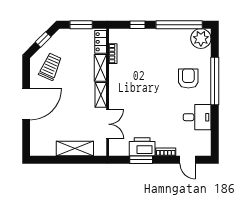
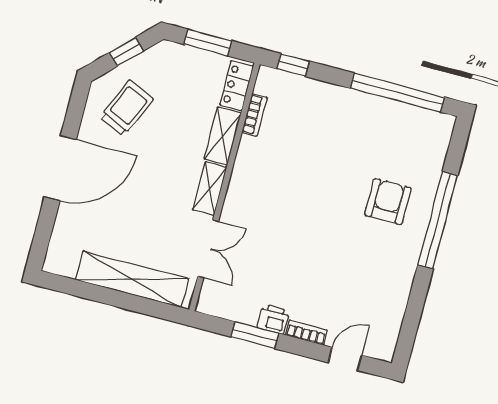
window: (138, 25) -> (293, 65), moved
plant: (201, 39) -> (433, 131), removed
desk: (197, 117) -> (385, 281), removed
printer: (142, 147) -> (273, 319), width x0.53, depth x0.68
shelving: (75, 148) -> (132, 279), width x1.47
door: (188, 160) -> (345, 359), swing flipped

